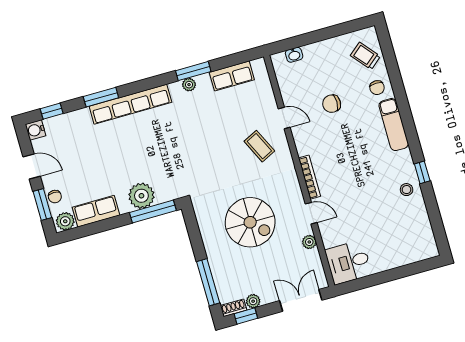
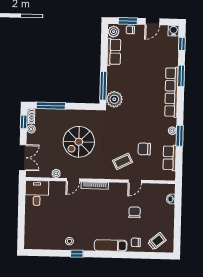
chair: (230, 119) -> (144, 149), added
plant: (141, 196) -> (114, 99), moved

